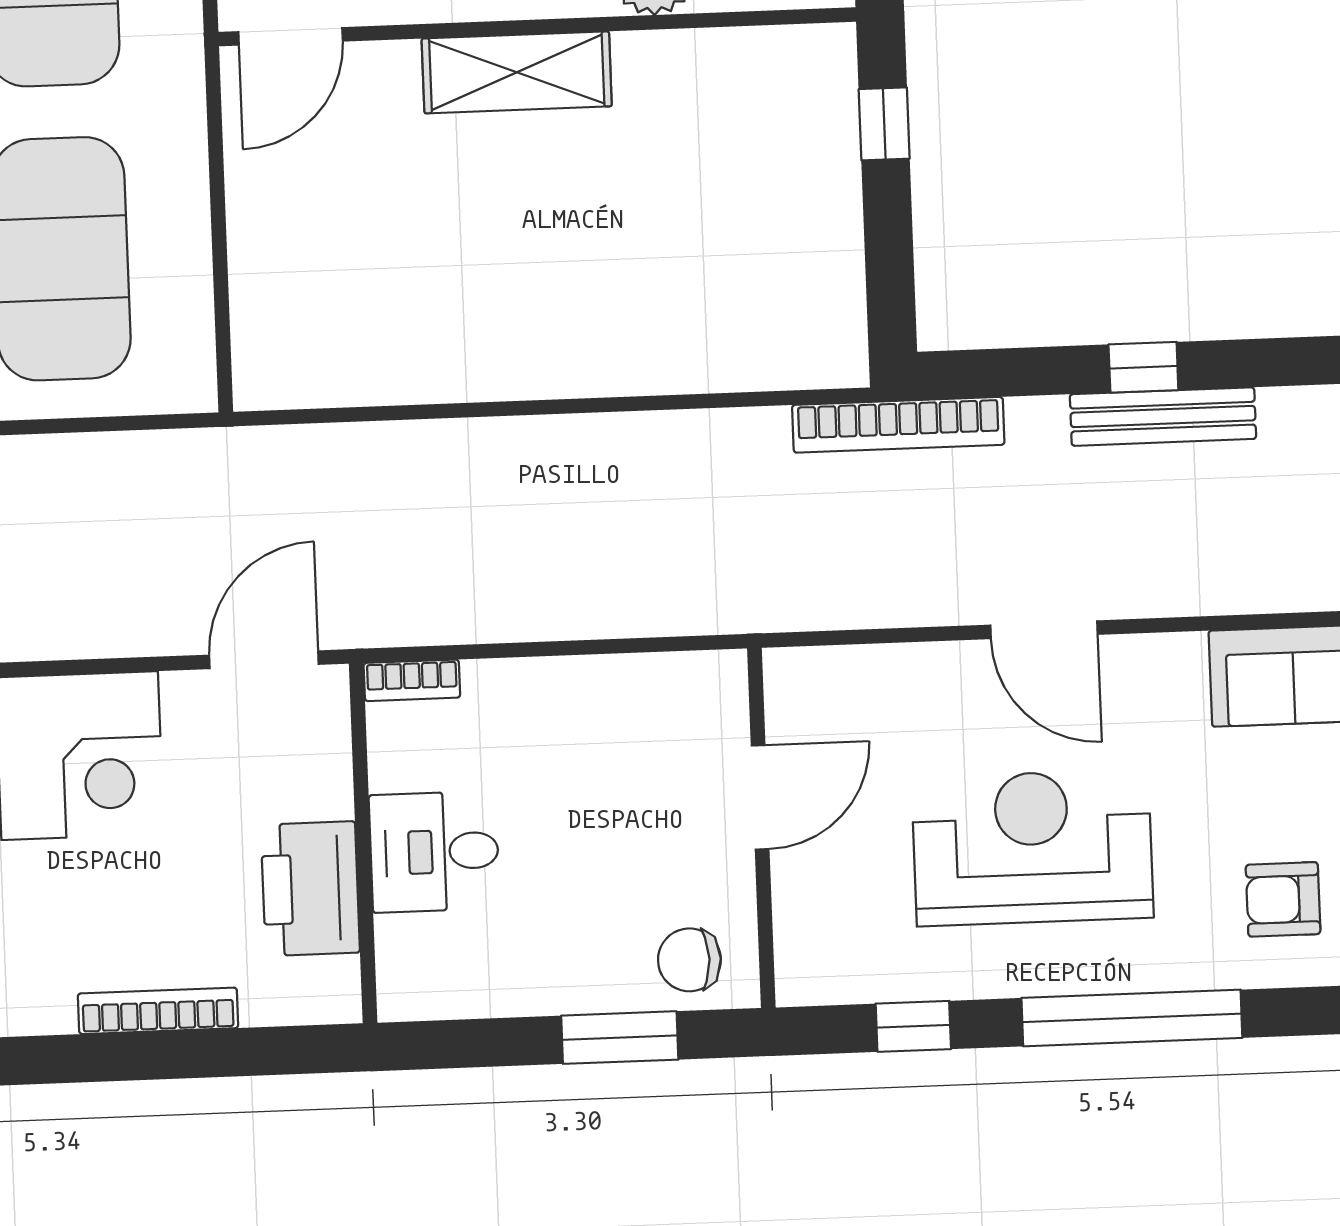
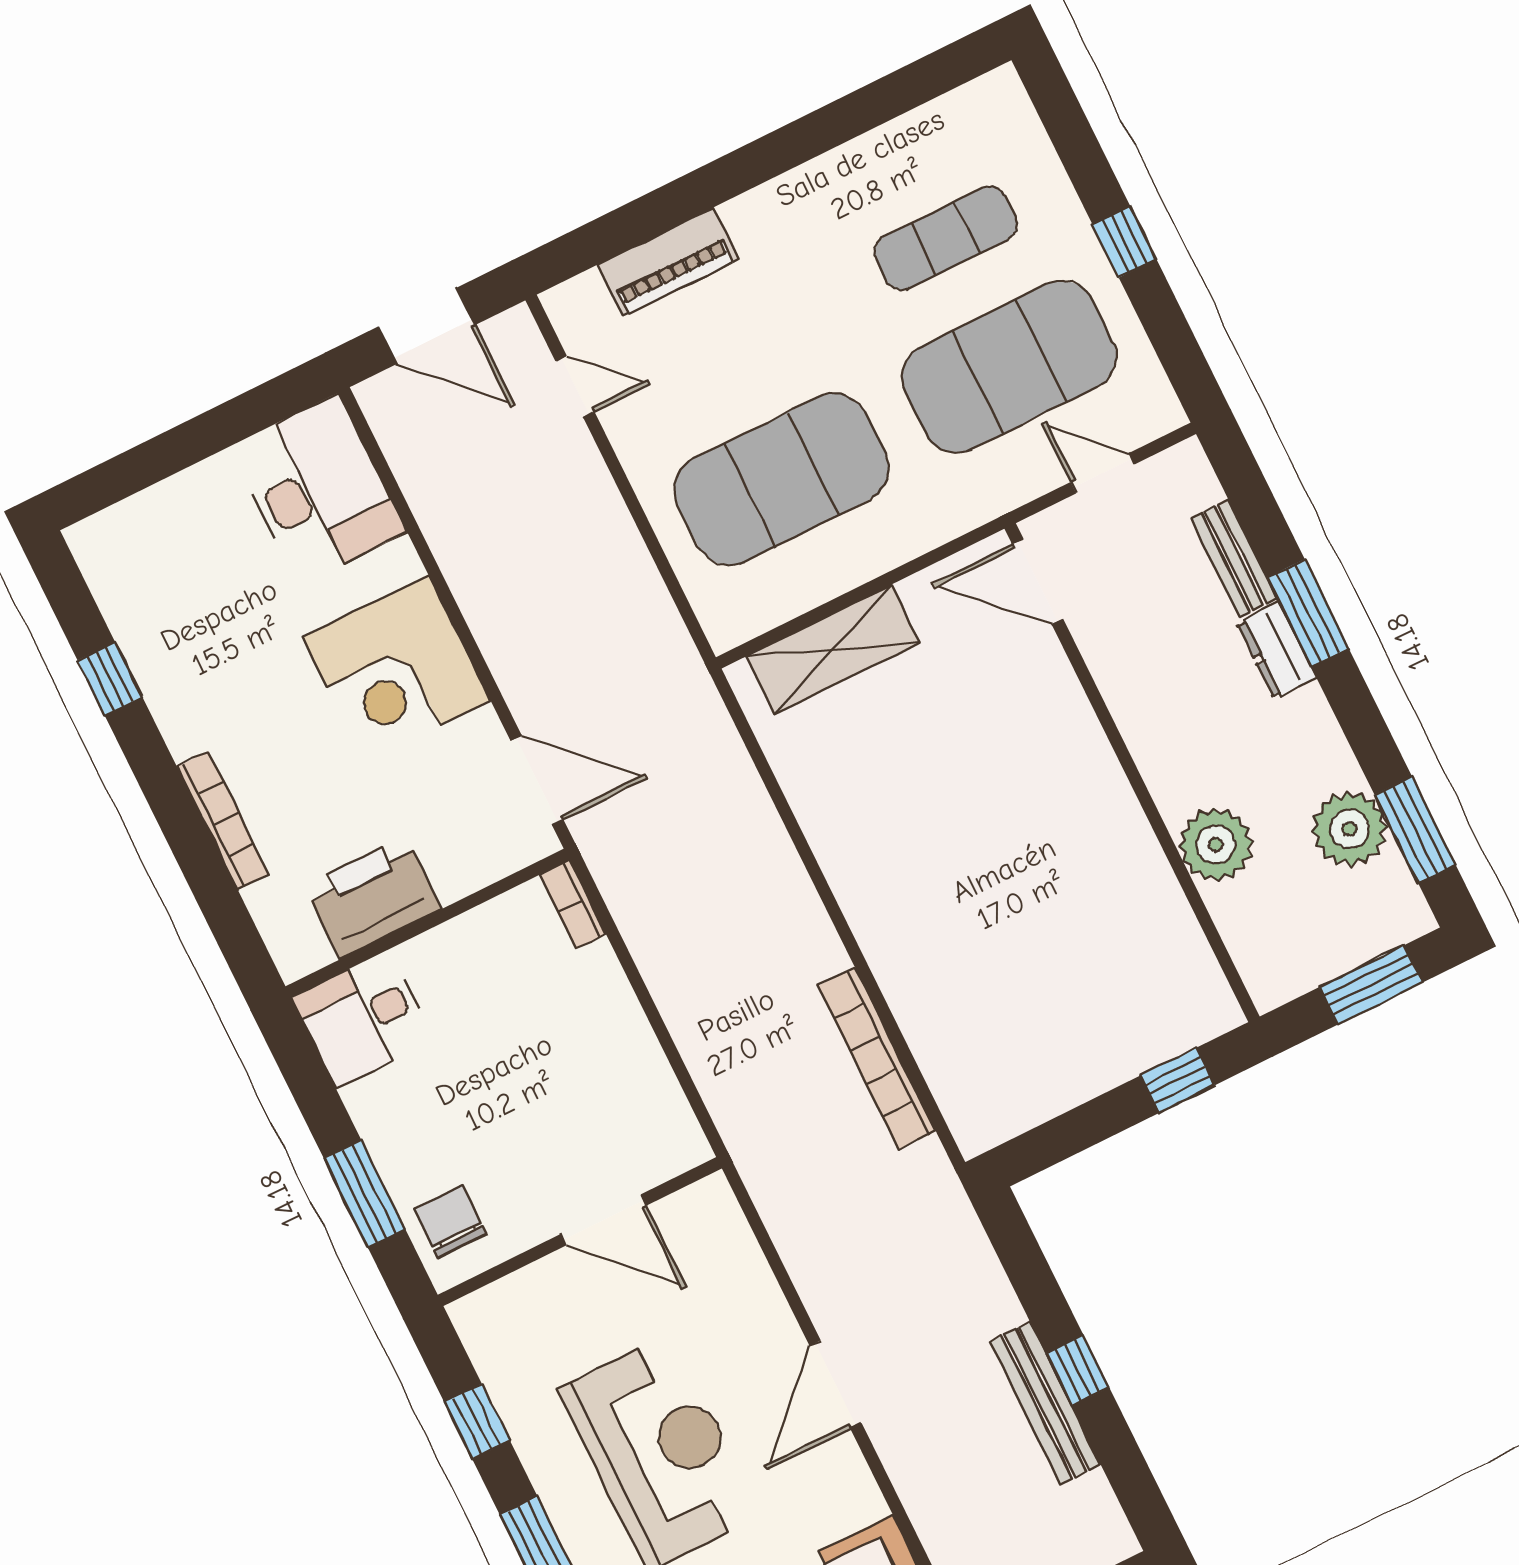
shelving: (517, 72) -> (833, 649), moved, turned 90
bookcase: (898, 425) -> (877, 1058), moved
desk: (434, 852) -> (363, 1019), moved, turned -90

